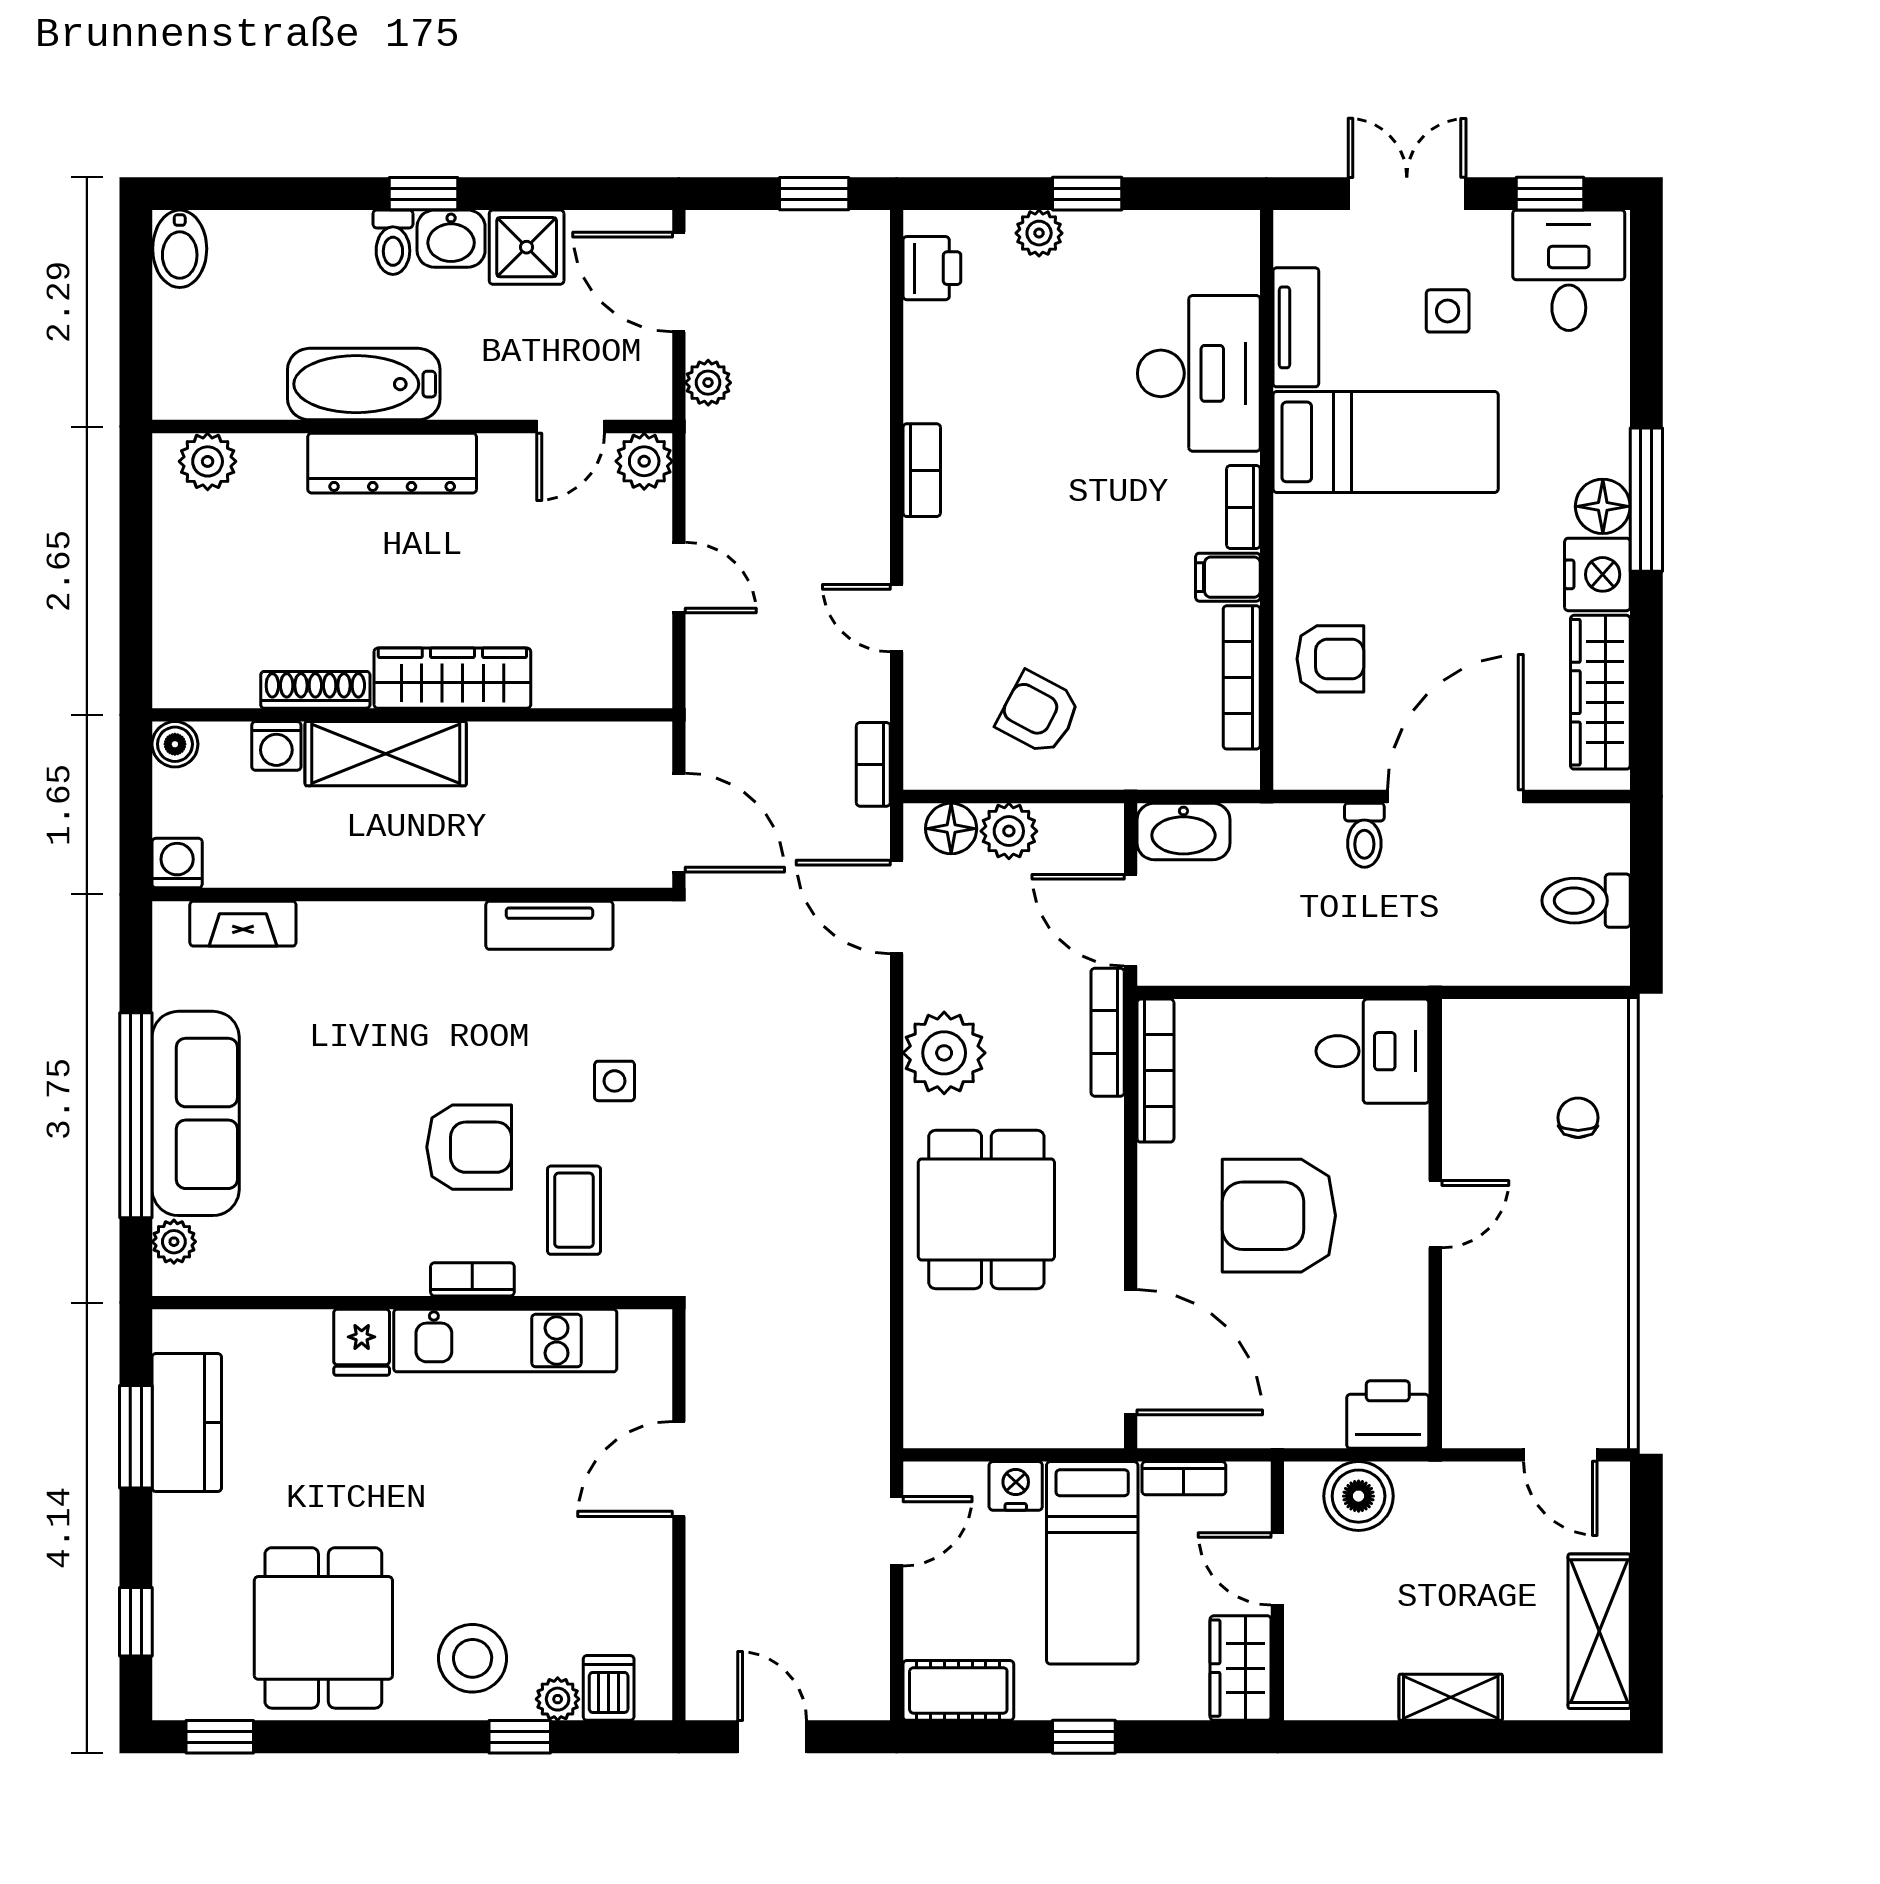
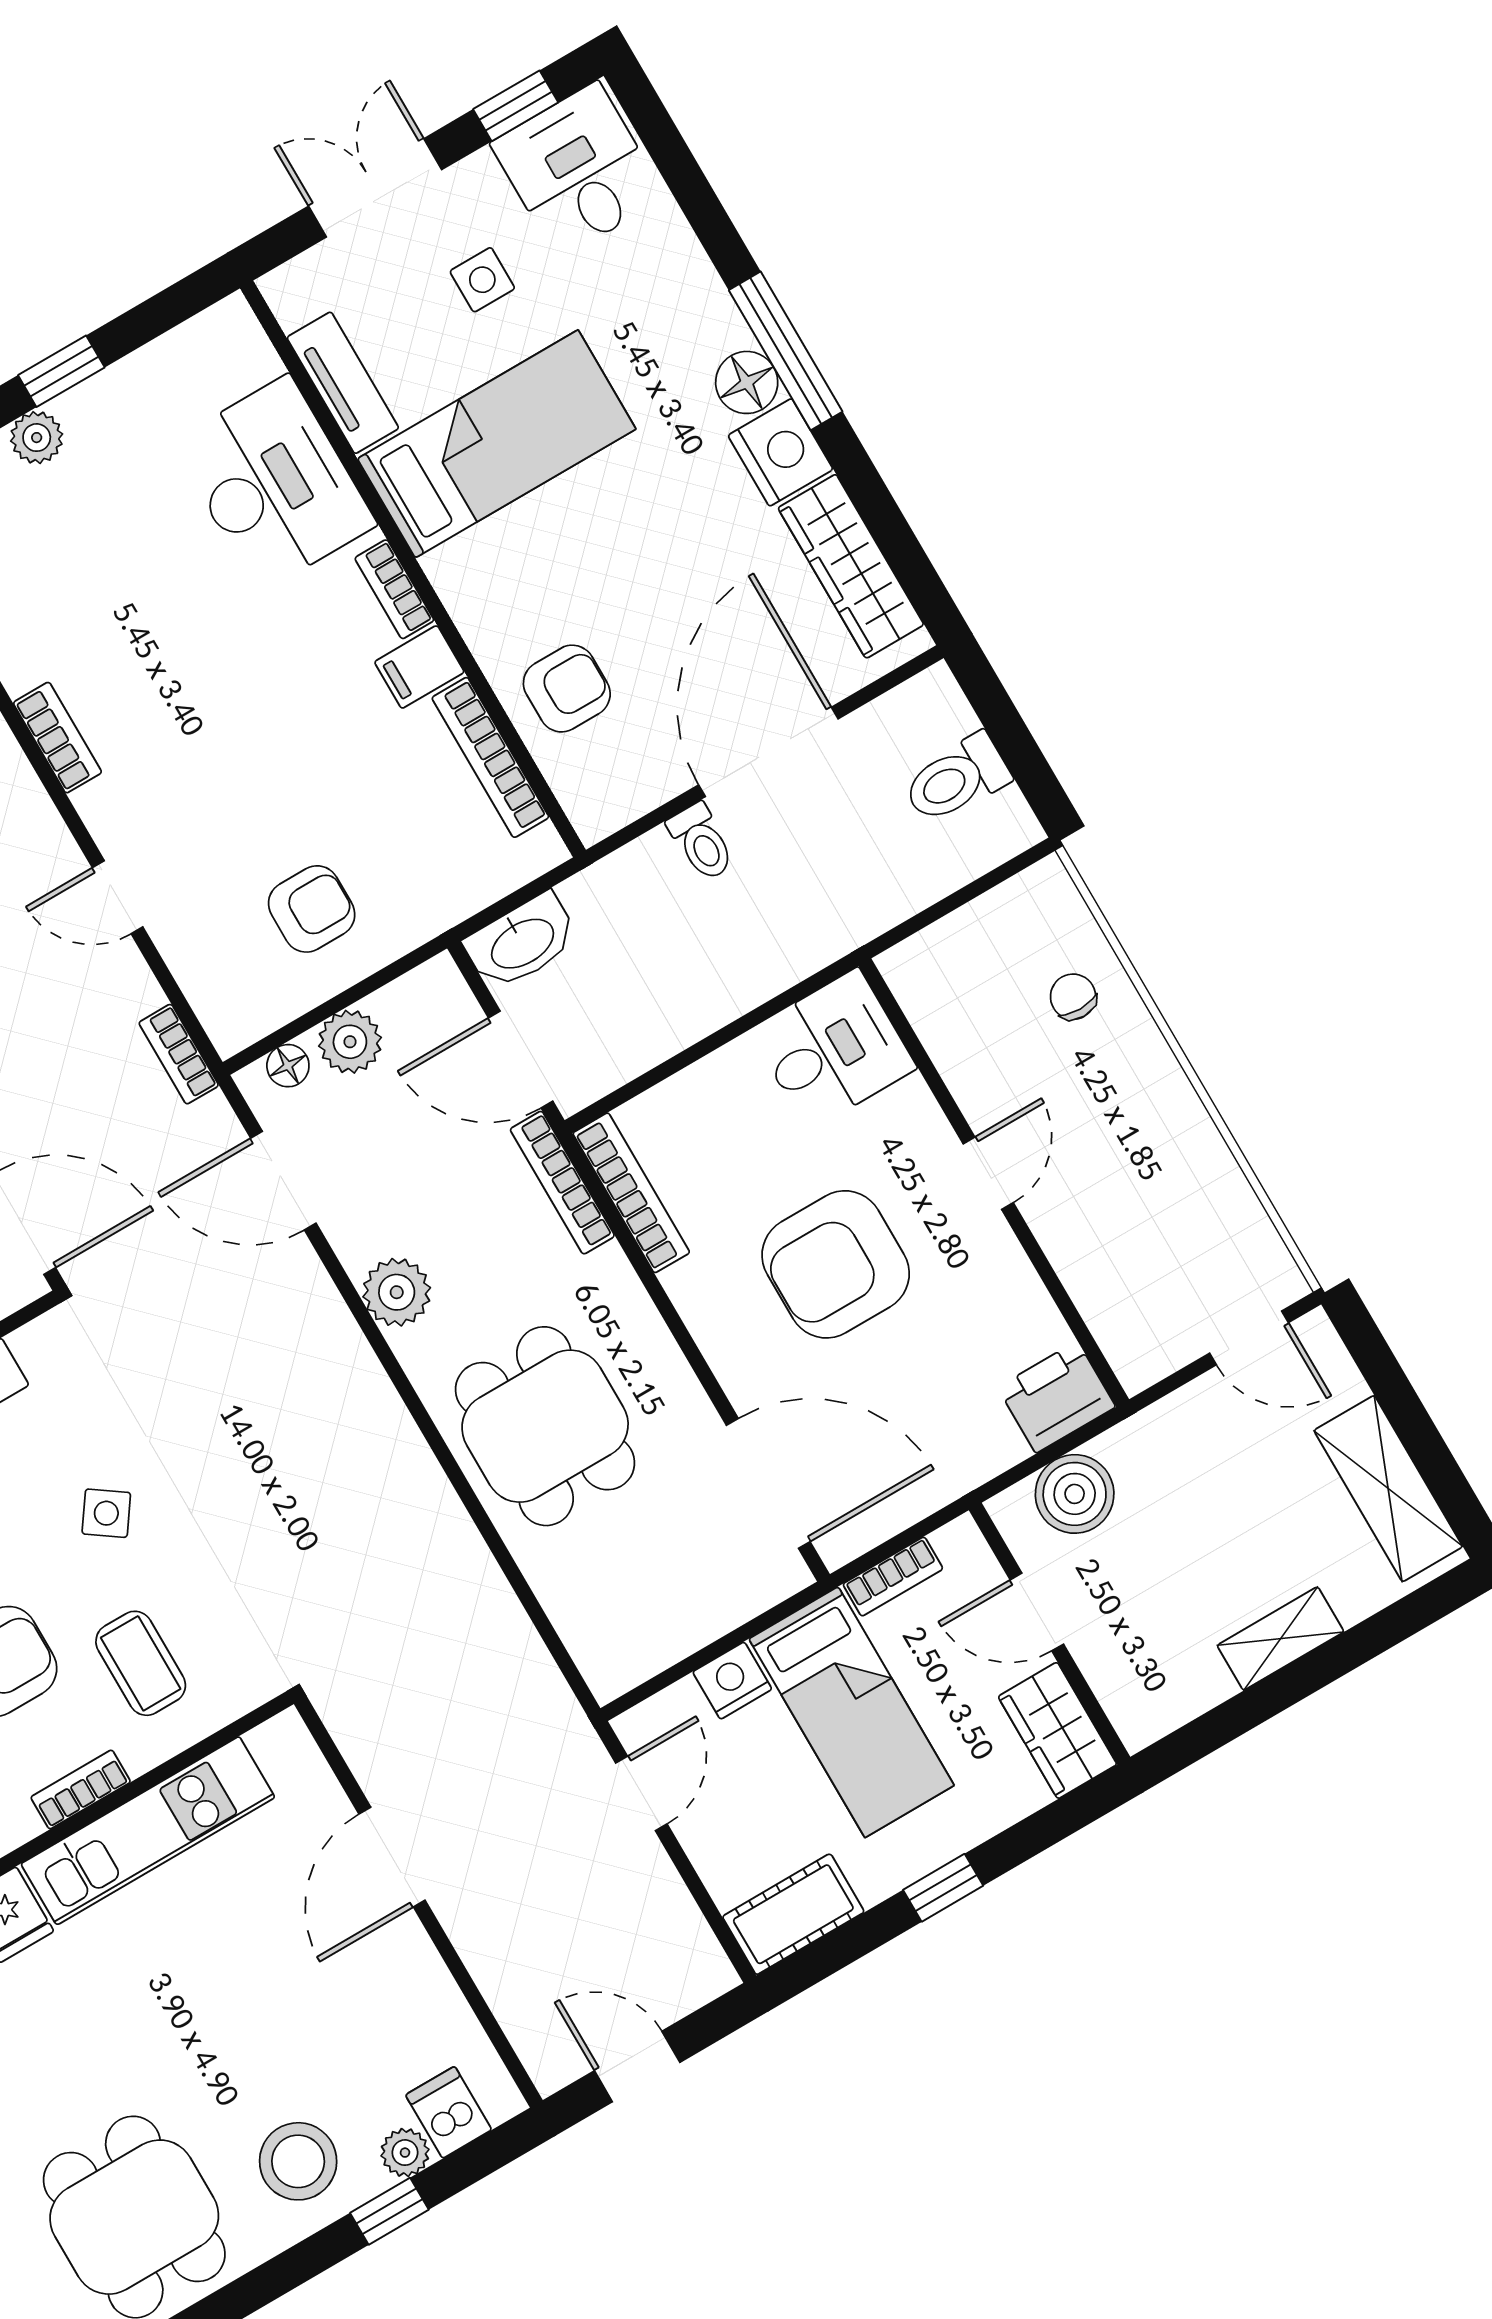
armchair: (1039, 713) -> (312, 909), turned 152
floor lamp: (951, 829) -> (288, 1066), width x0.73, depth x0.73
plant: (944, 1053) -> (397, 1292), width x0.73, depth x0.73
side table: (615, 1081) -> (106, 1513), turned 35

